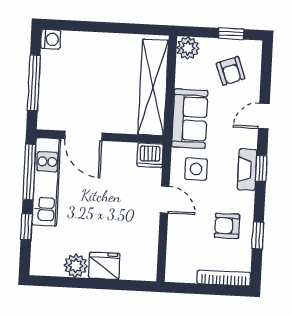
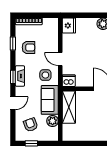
plant: (188, 48) -> (53, 121), moved
shelving: (153, 87) -> (69, 107), width x0.68
fridge: (104, 266) -> (69, 26), moved, turned -90

